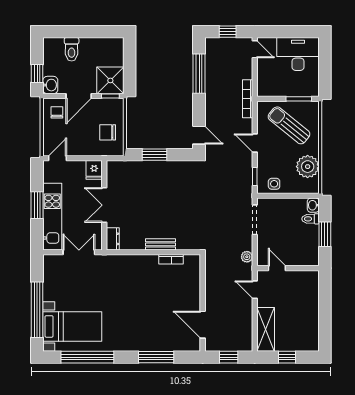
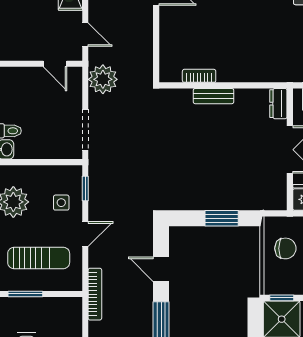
sun lounger: (289, 125) -> (39, 258), turned -39
door: (199, 135) -> (161, 269), moved
door: (255, 143) -> (85, 234), hinge flipped
side table: (274, 184) -> (61, 203), moved
plant: (247, 257) -> (103, 79), width x1.87, depth x1.87

